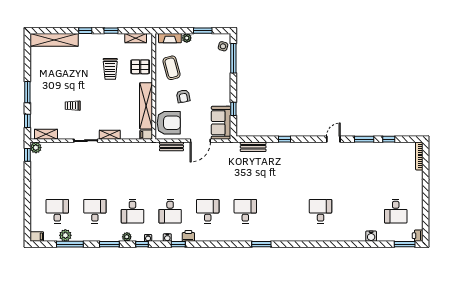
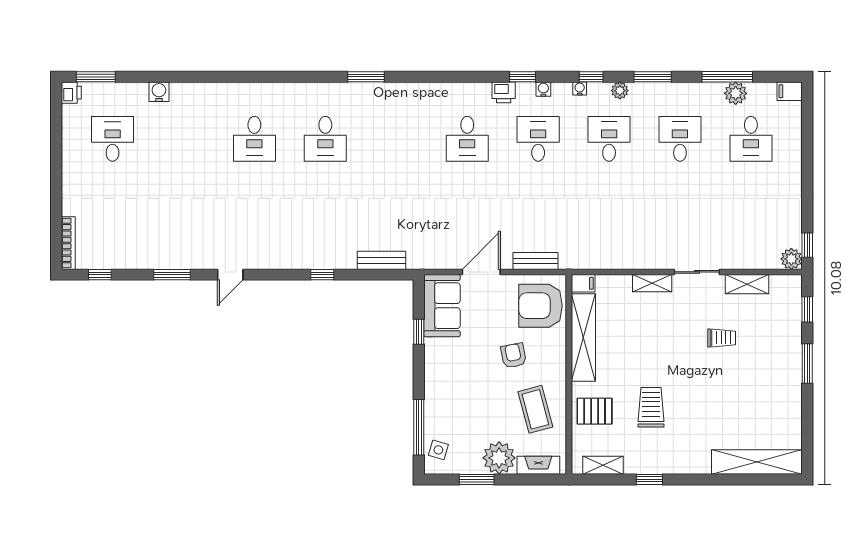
window: (85, 31) -> (698, 479), removed
plant: (187, 38) -> (499, 458), width x1.87, depth x1.87
shelving: (46, 134) -> (747, 284), moved
window: (389, 139) -> (100, 275), moved
desk: (95, 211) -> (680, 139), turned 180
desk: (245, 211) -> (325, 139), moved

